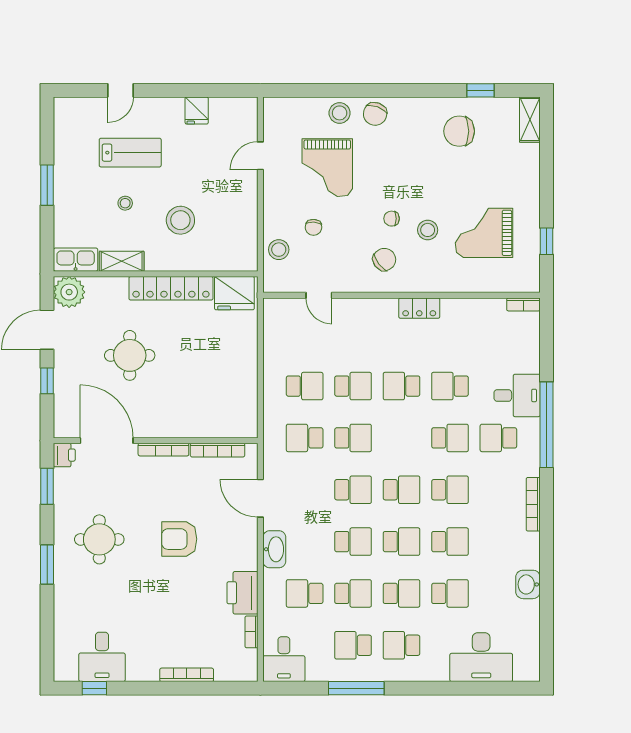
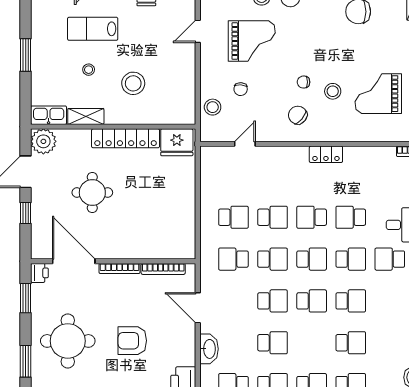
lab bench: (130, 153) -> (93, 29), turned 180
grand piano: (327, 168) -> (252, 41), turned -90
chair: (384, 260) -> (298, 115), turned -103
door: (319, 295) -> (245, 144), swing flipped
round table: (99, 539) -> (68, 341), width x1.36, depth x1.36
school desk: (402, 542) -> (312, 259), moved

